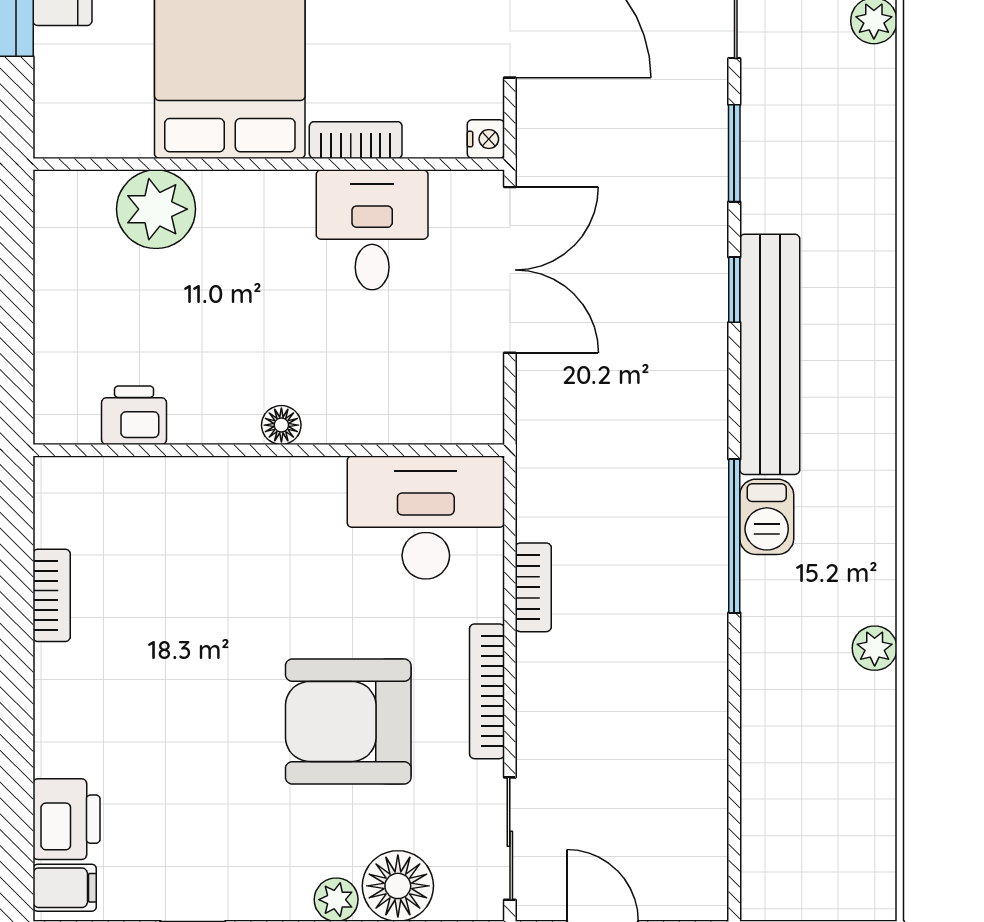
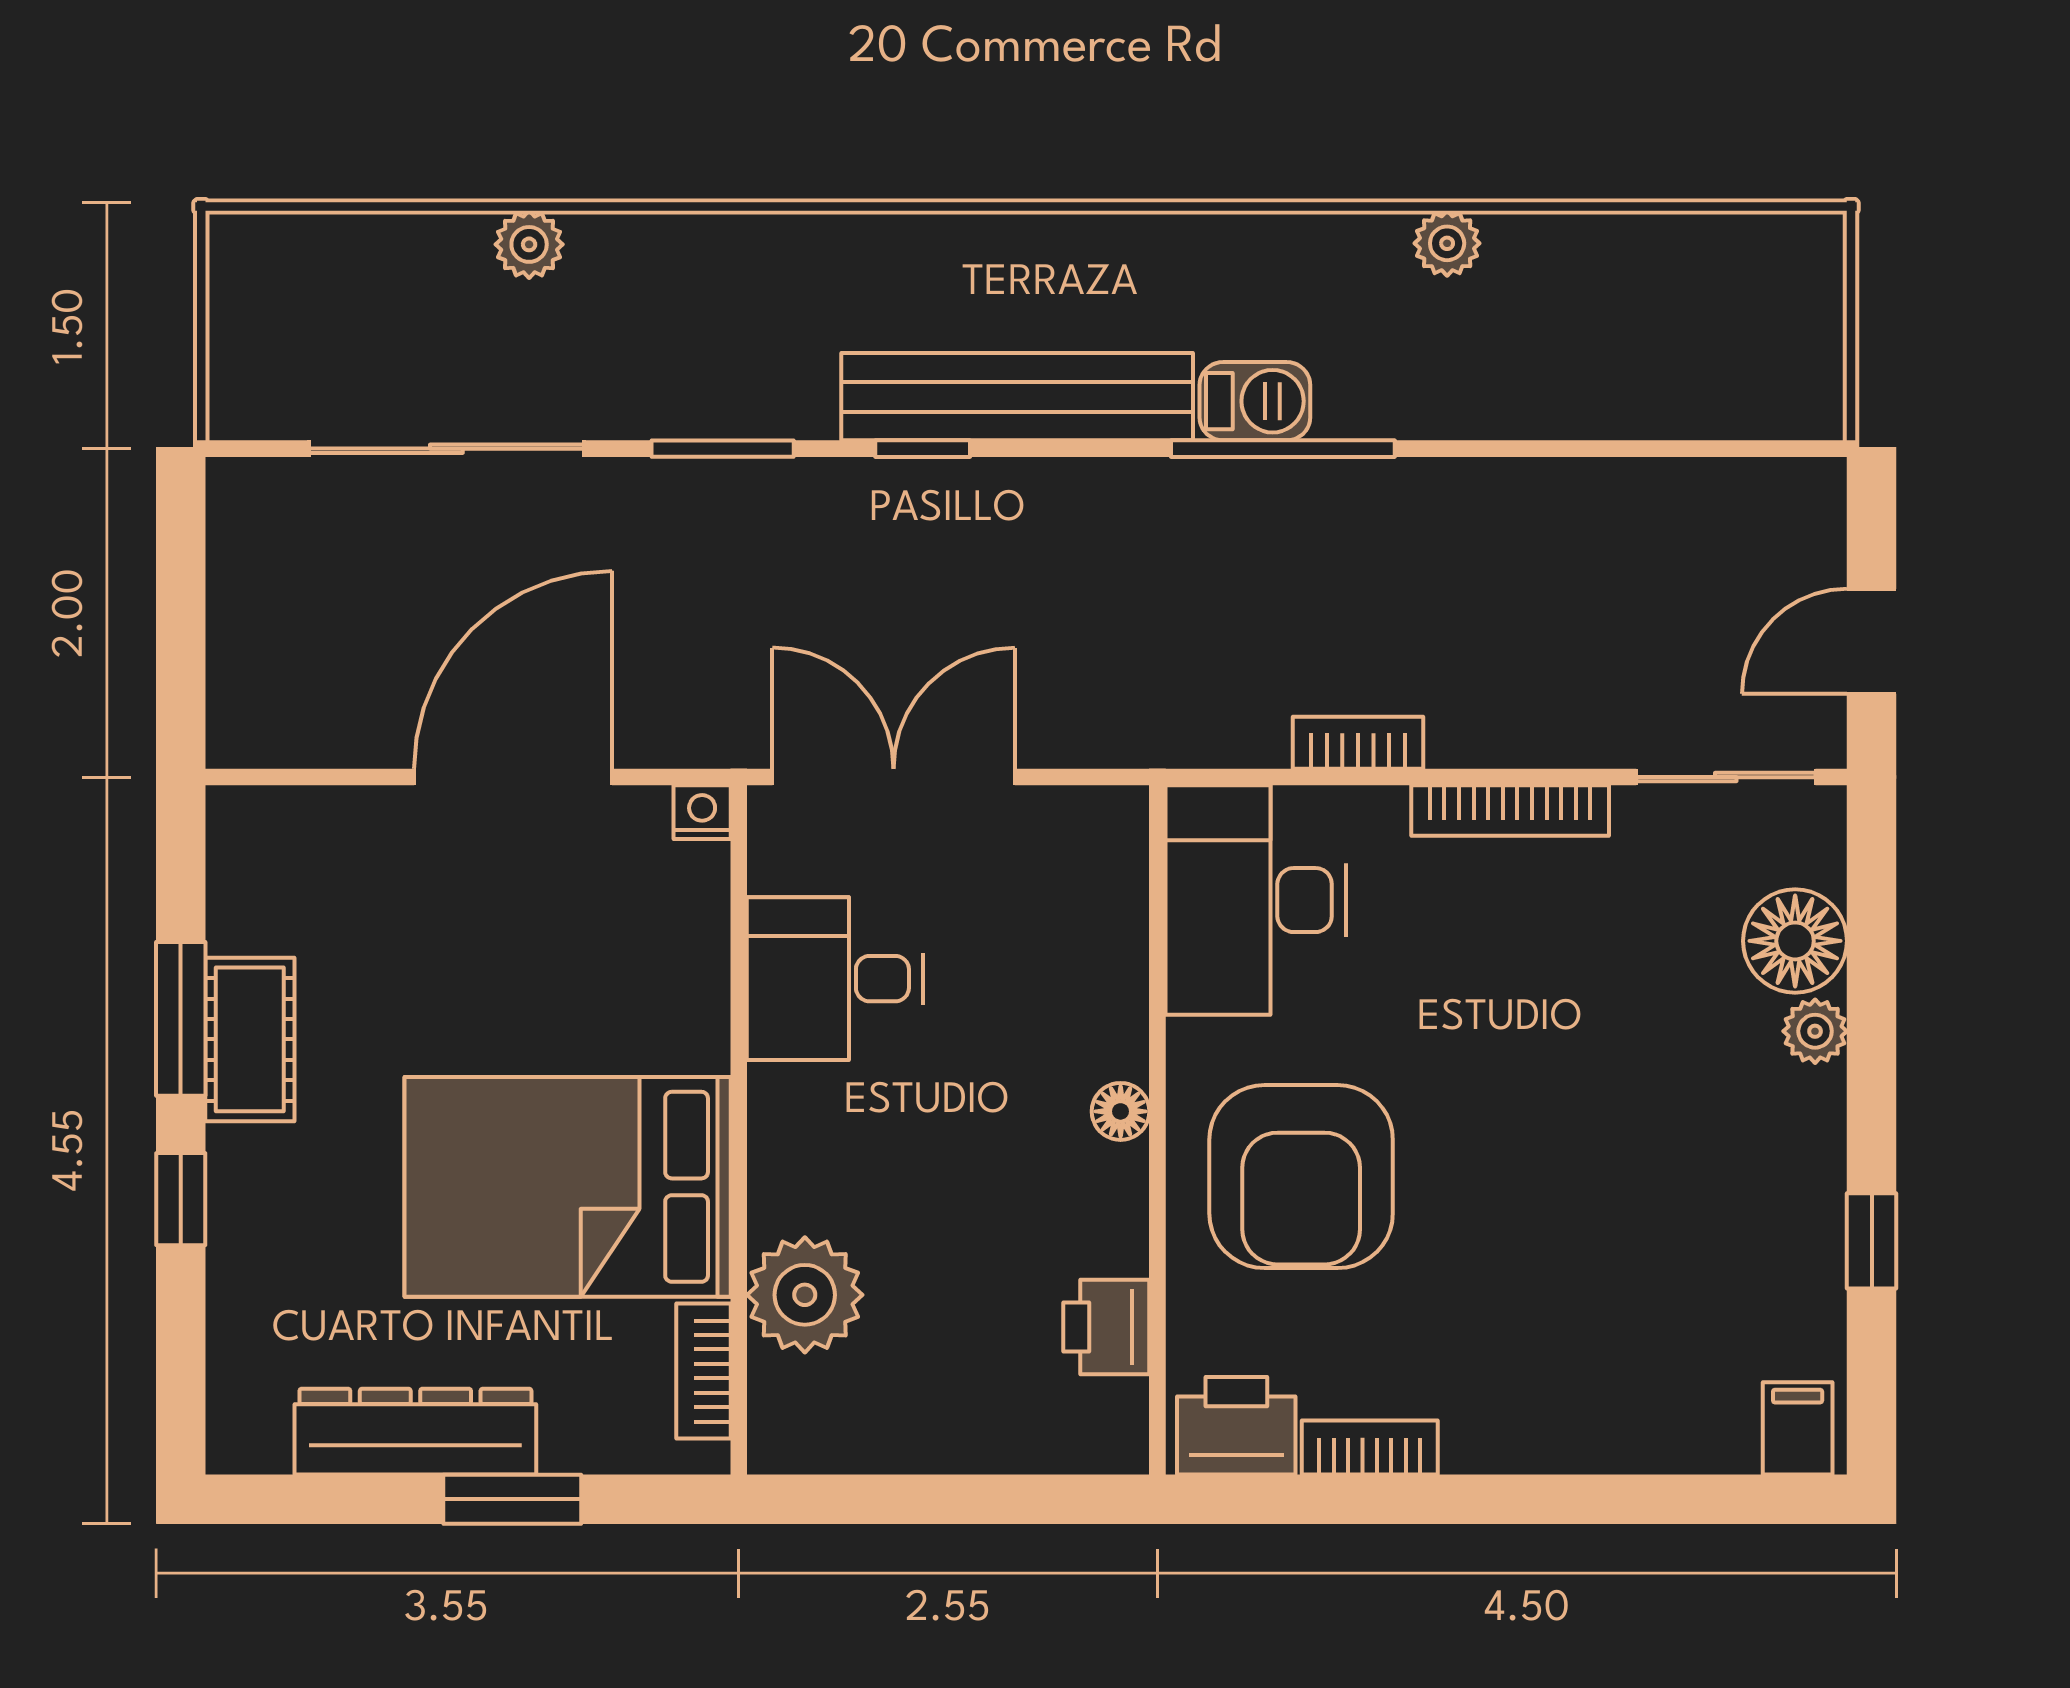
bookcase: (356, 140) -> (704, 1371), moved
armchair: (348, 721) -> (1301, 1177), moved
printer: (66, 819) -> (1236, 1426), moved

